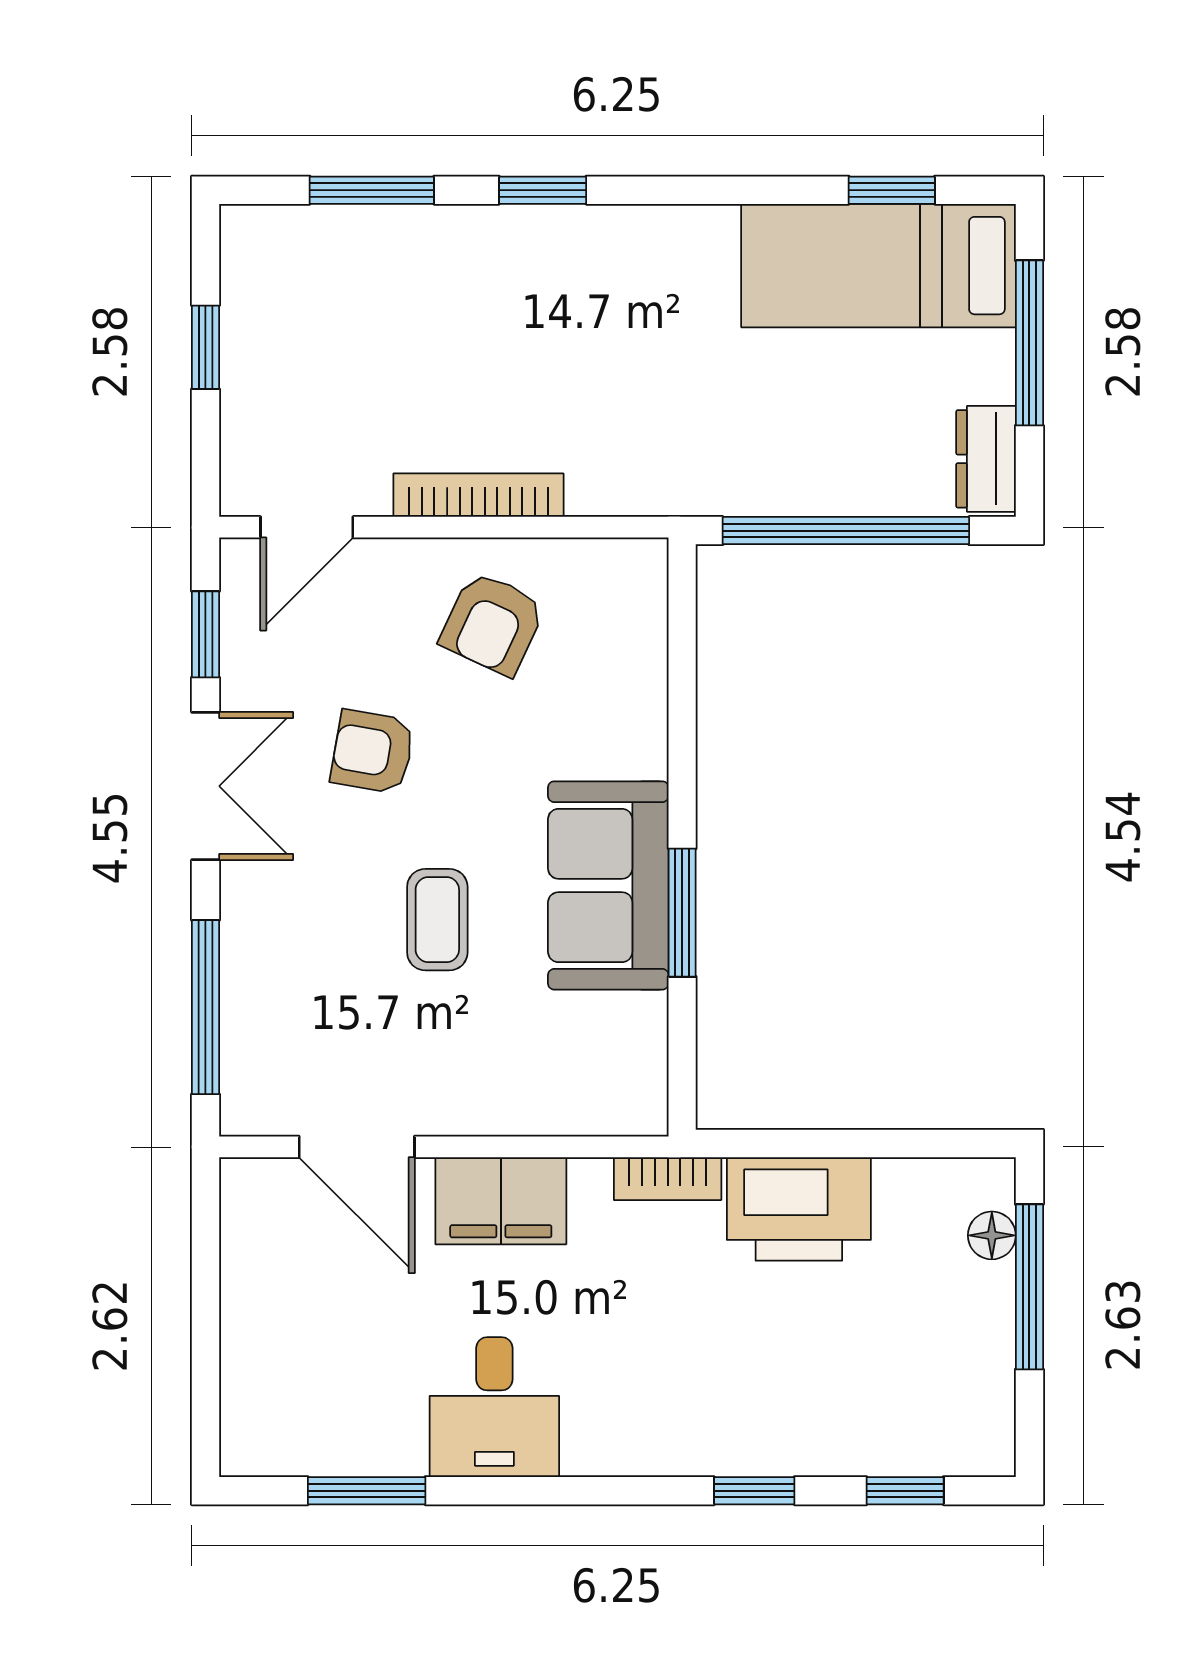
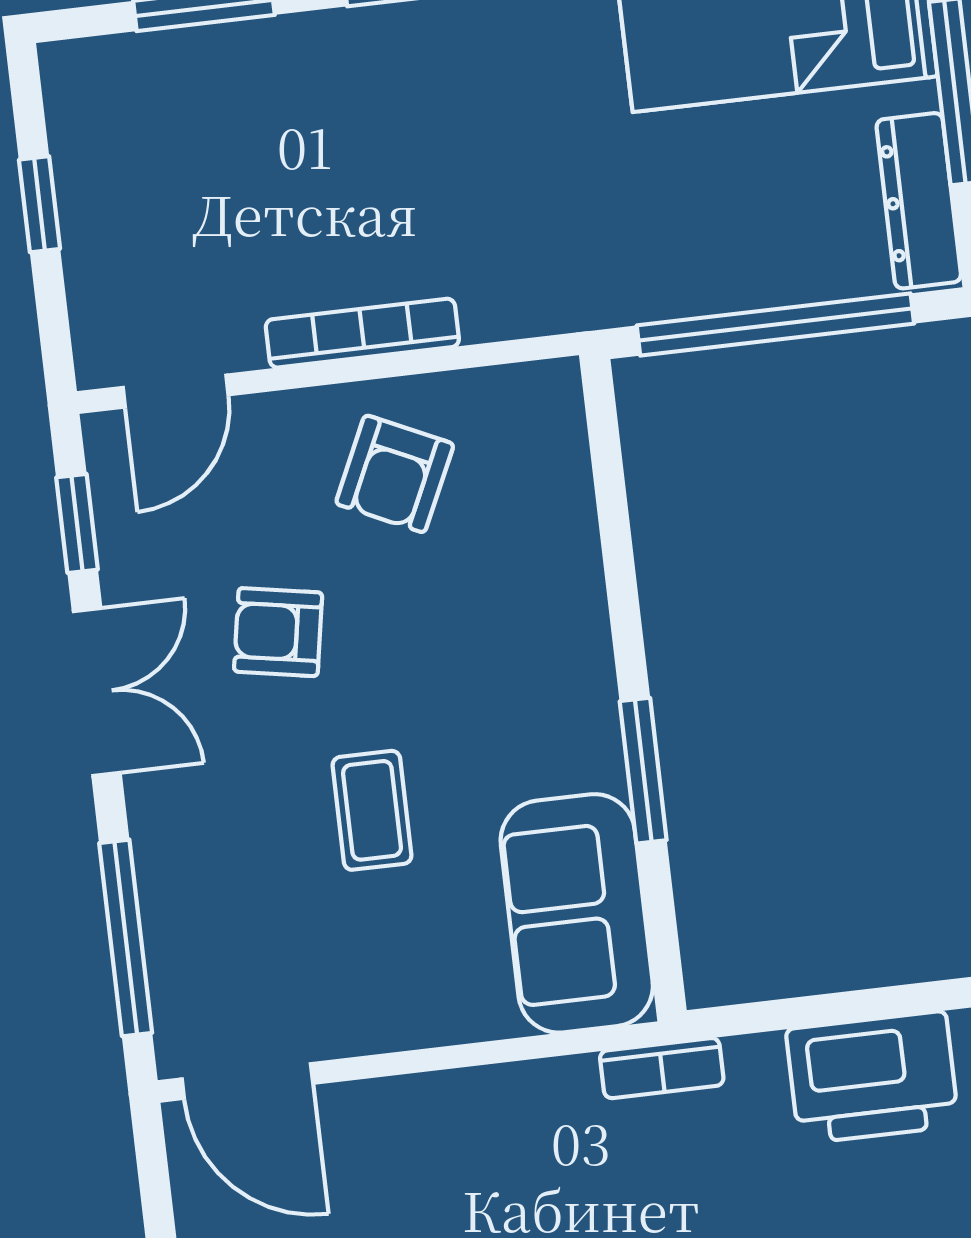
dresser: (986, 459) -> (919, 201), width x1.44
sofa: (608, 885) -> (577, 913), moved
door: (357, 1147) -> (247, 1081), moved
filing cabinet: (501, 1201) -> (479, 1115), removed
printer: (799, 1209) -> (872, 1078), moved

